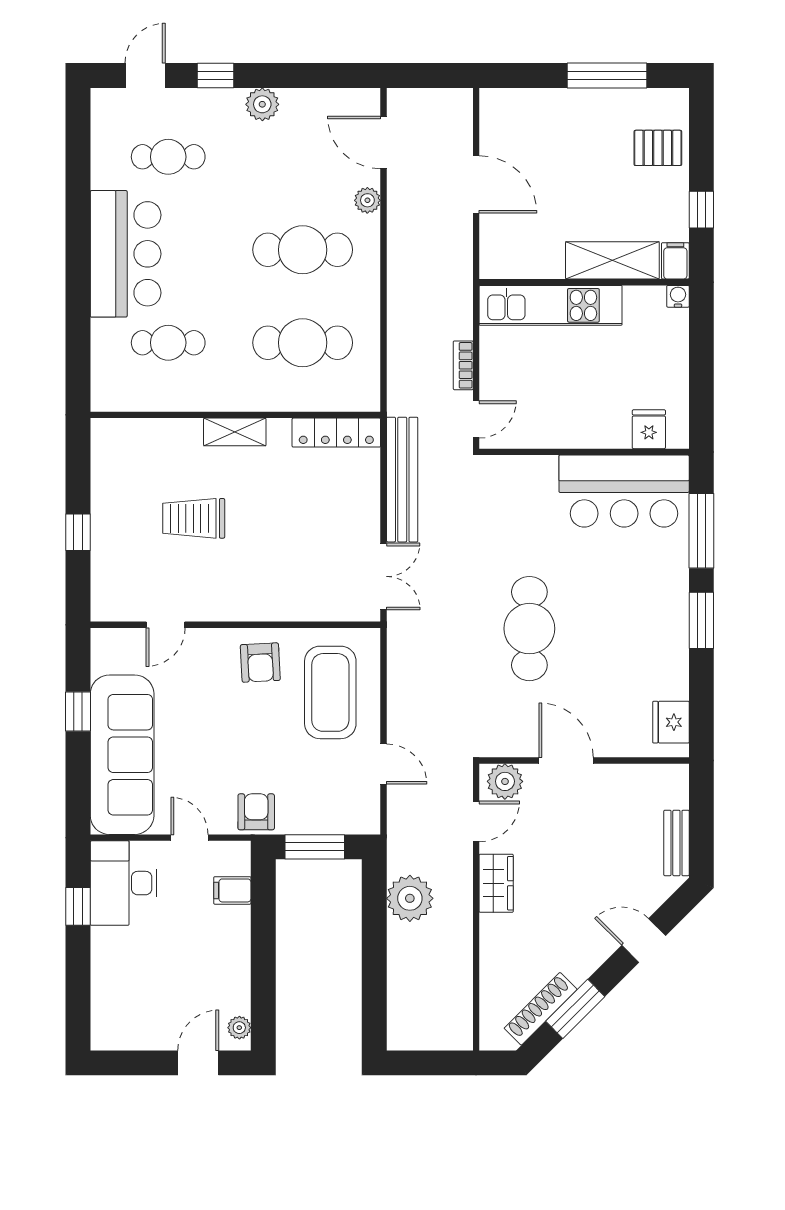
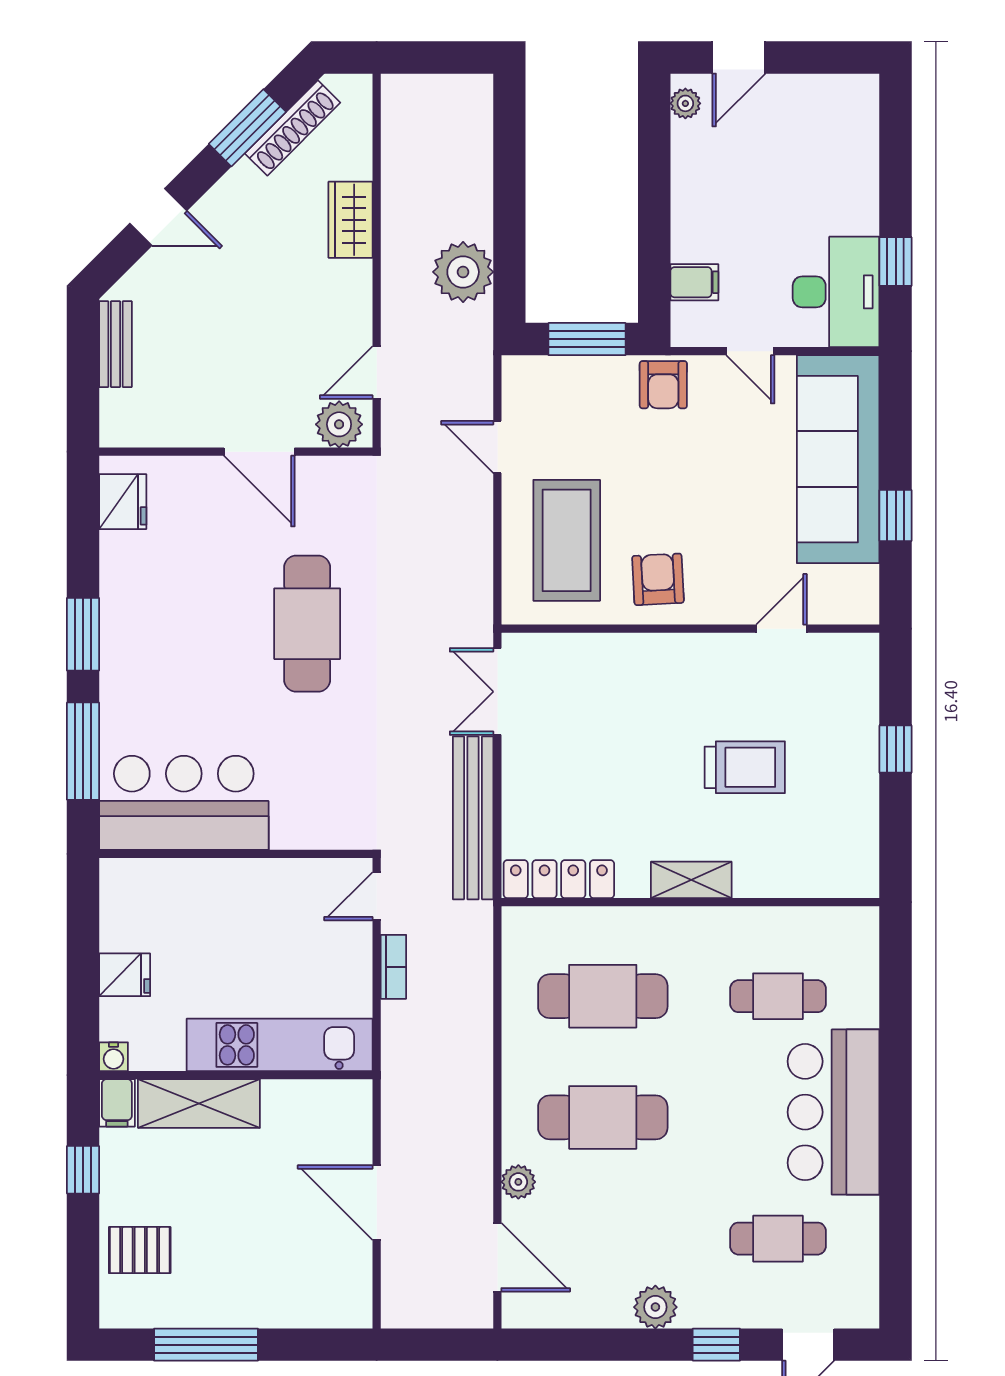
fridge: (649, 429) -> (125, 975), moved, turned -90
wardrobe: (496, 883) -> (351, 220), moved

